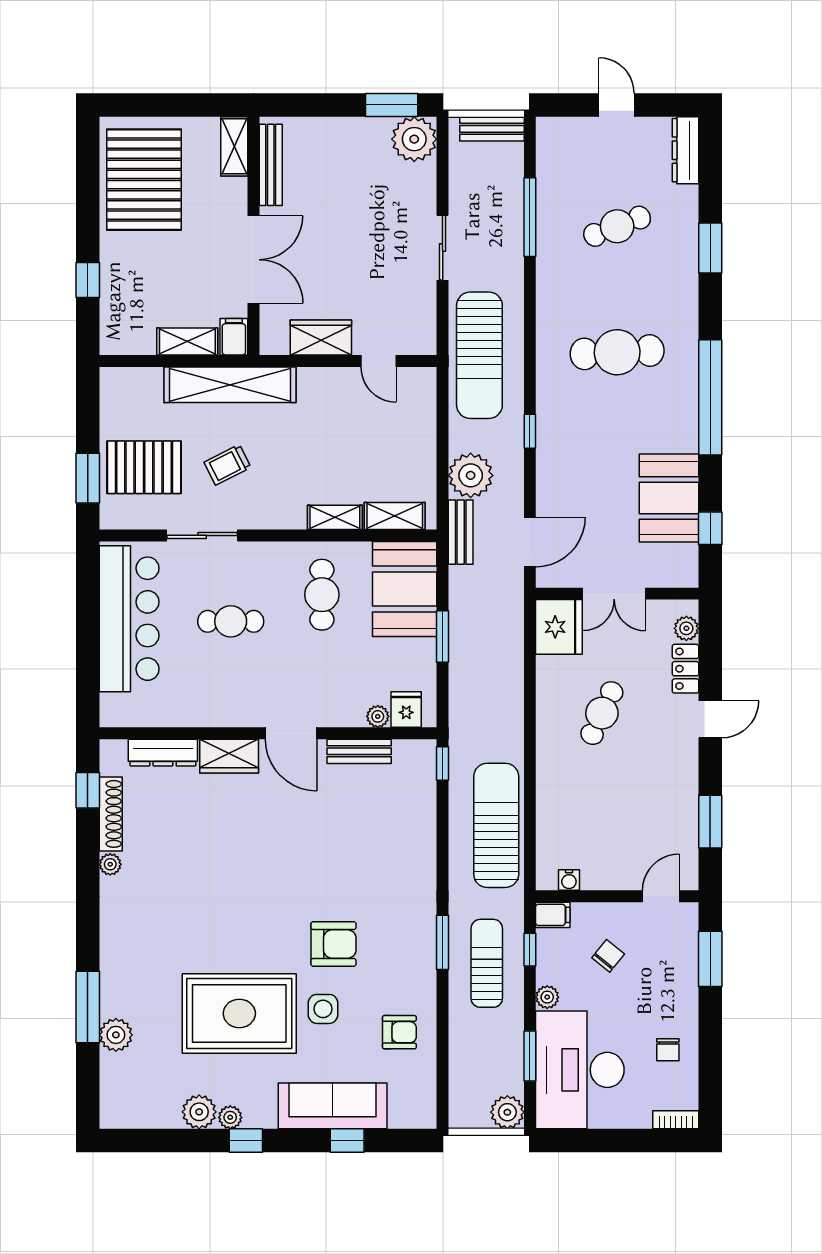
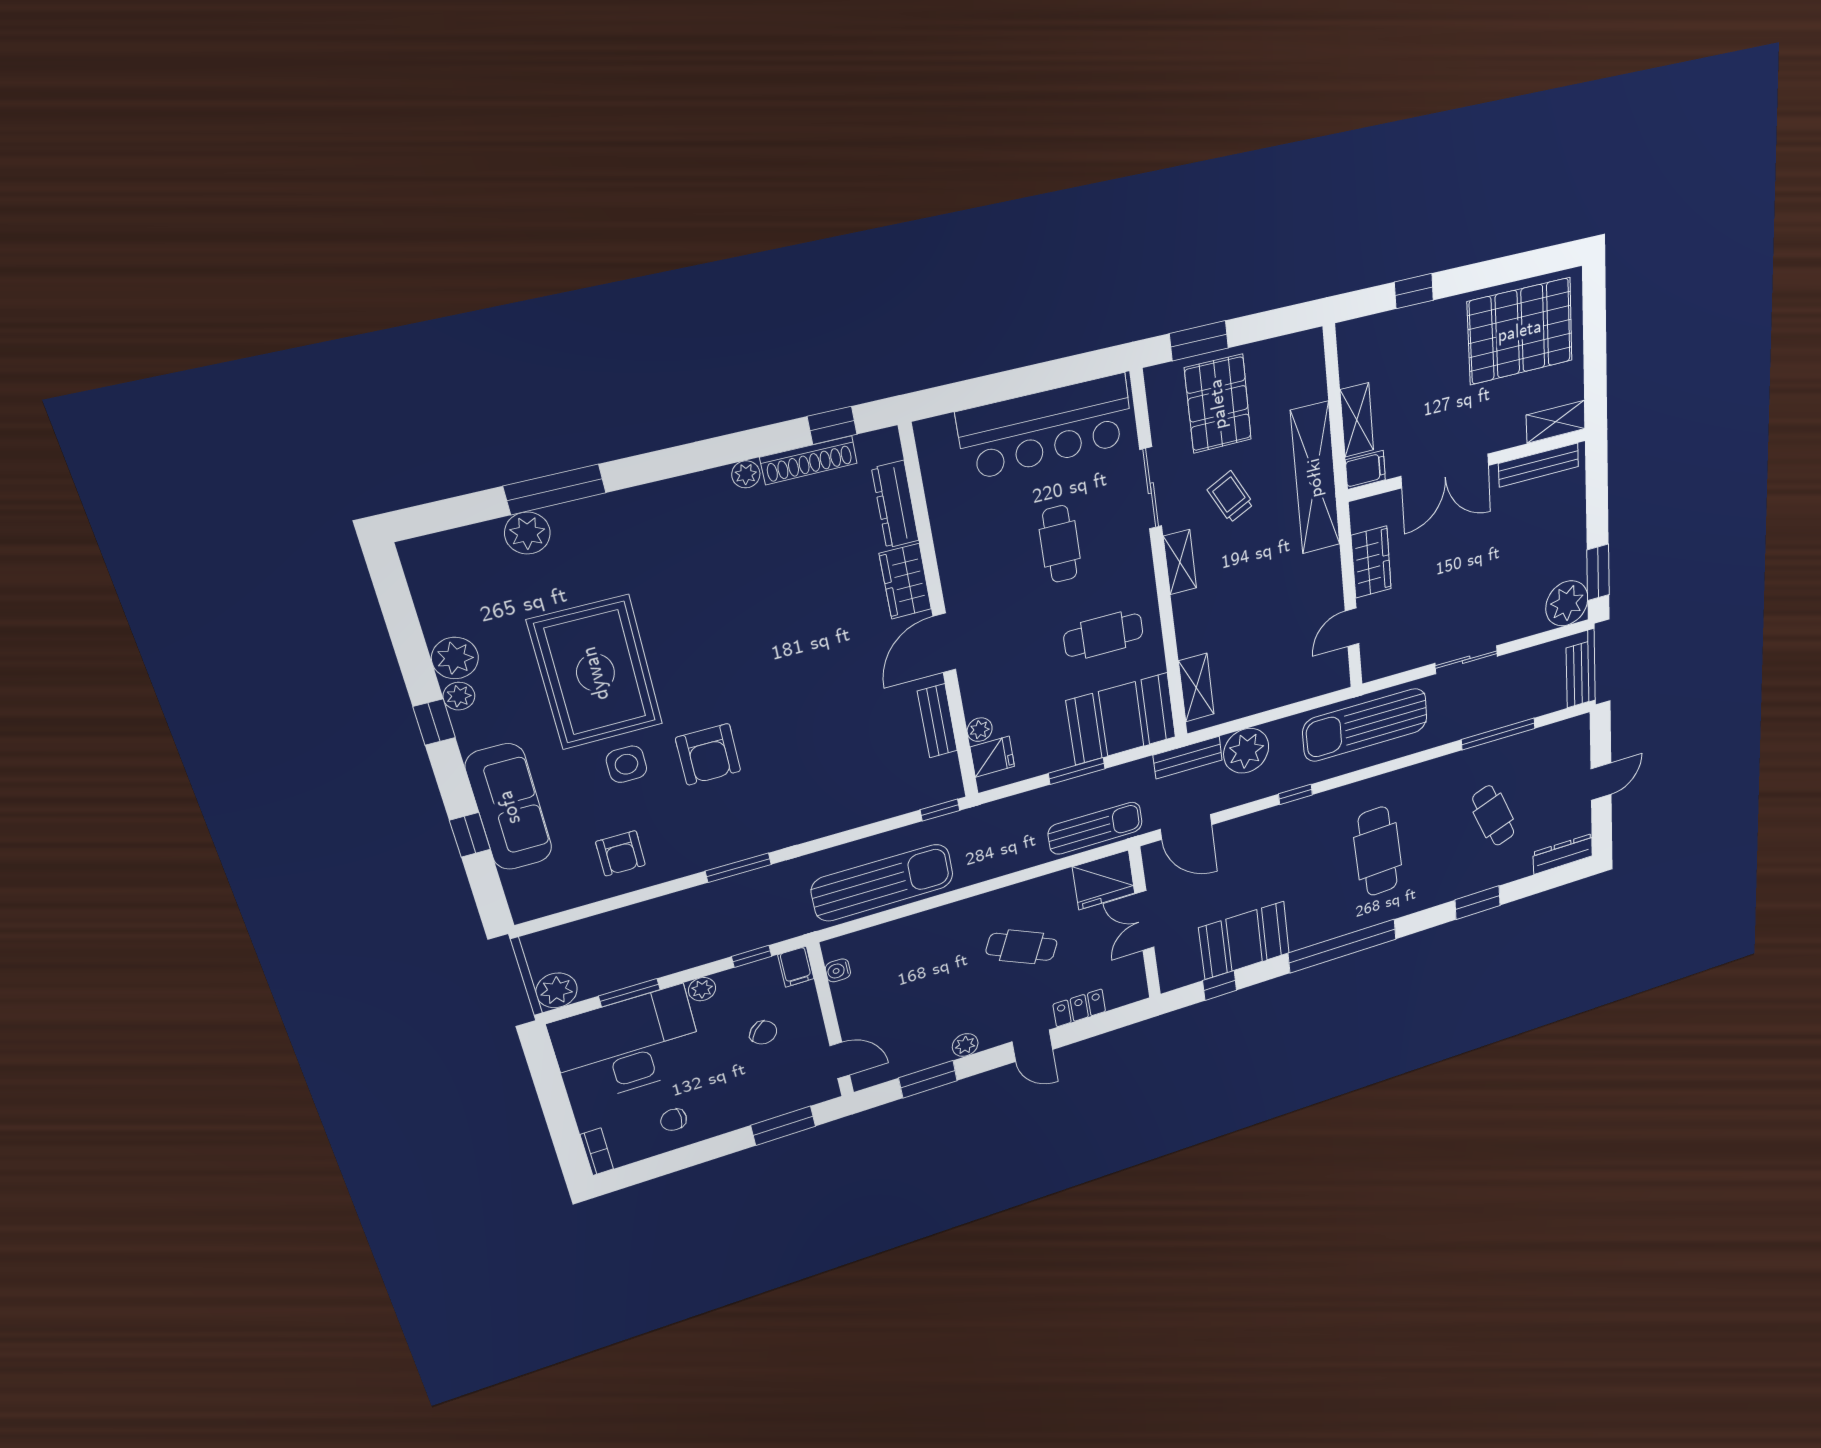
shelving: (335, 517) -> (1180, 562), moved
plant: (686, 628) -> (965, 1045), moved
sun lounger: (487, 963) -> (1095, 828), moved

